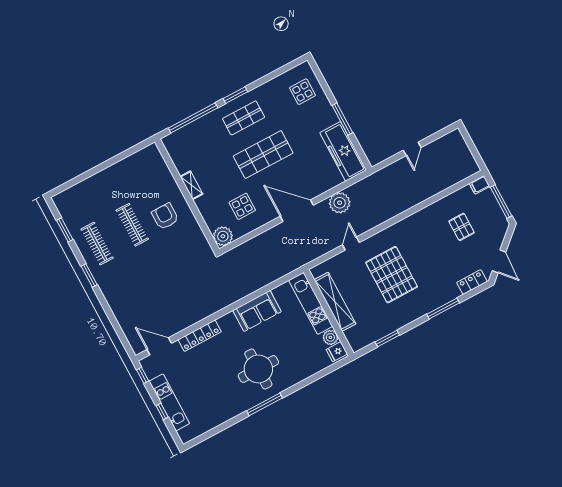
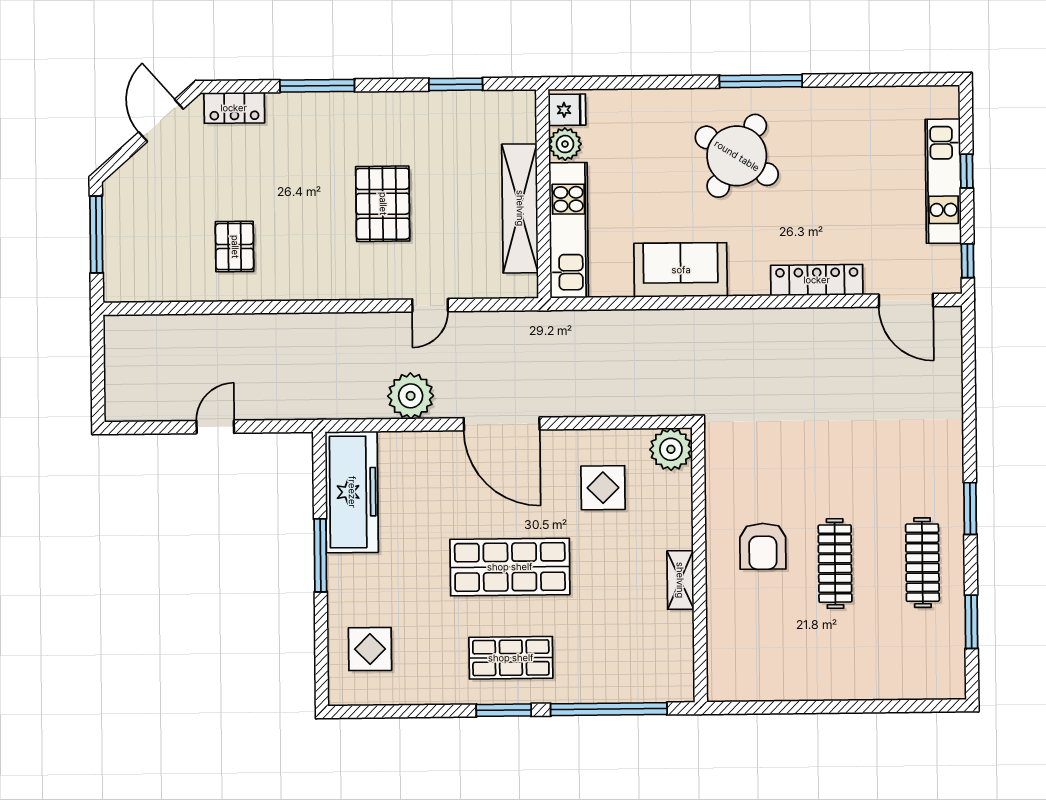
filing cabinet: (479, 185) -> (121, 289), removed
pallet: (462, 227) -> (235, 247), moved
pallet: (392, 275) -> (383, 204), width x0.73, depth x0.71
round table: (258, 369) -> (737, 156), turned 32

